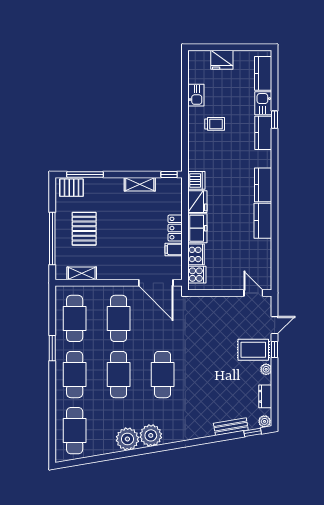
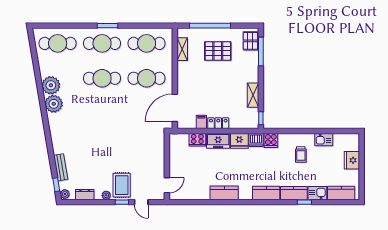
kitchen counter: (263, 185) -> (266, 193), moved
cooker: (197, 275) -> (271, 140), moved
window: (52, 348) -> (108, 26), moved
cafe table: (163, 375) -> (102, 113), removed

